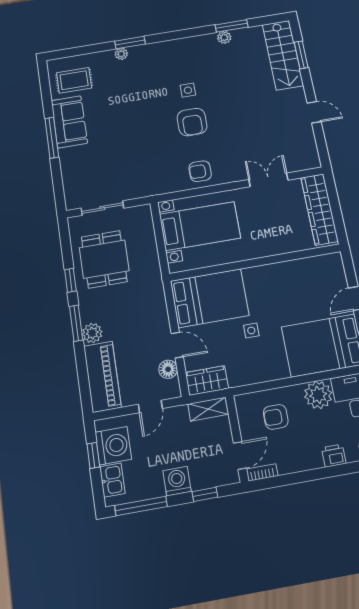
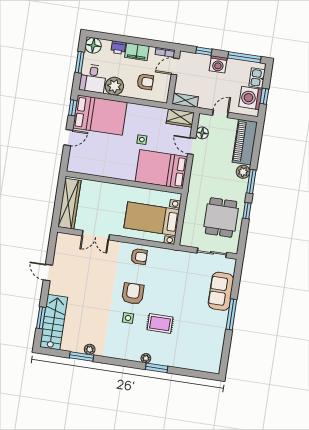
plant: (121, 54) -> (146, 358), moved
rug: (74, 80) -> (160, 323), moved
sofa: (69, 122) -> (221, 291), moved
filing cabinet: (304, 459) -> (137, 52), added

